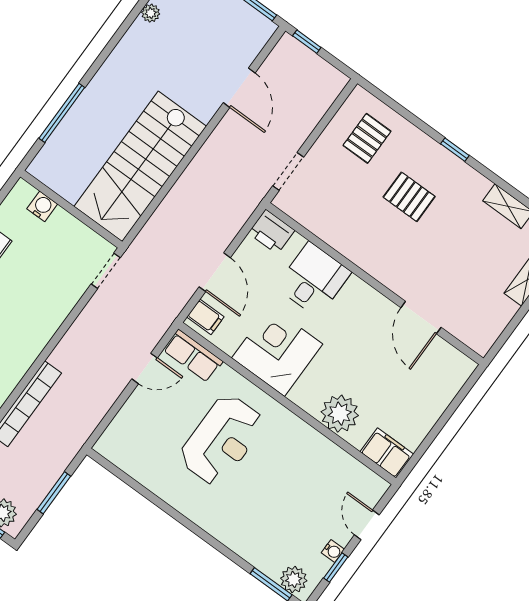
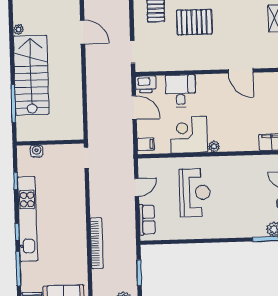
stairs: (140, 166) -> (31, 75), moved, turned 180
pallet: (409, 197) -> (194, 22), width x1.50, depth x1.42
door: (215, 272) -> (134, 107), moved
row of seats: (193, 356) -> (147, 220), moved, turned -90
plant: (340, 414) -> (214, 146), moved, width x0.53, depth x0.53

